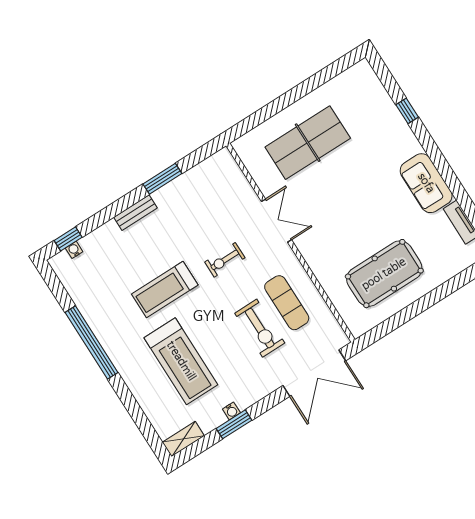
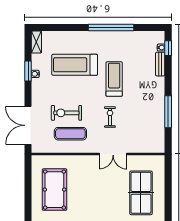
window: (162, 179) -> (168, 112), width x1.44
bench: (136, 213) -> (160, 64), moved

